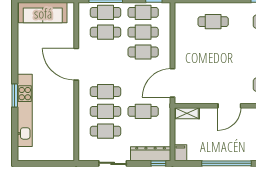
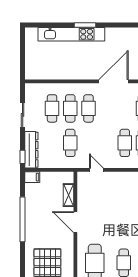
door: (172, 83) -> (96, 170), width x0.53
shelving: (187, 113) -> (69, 195), moved

